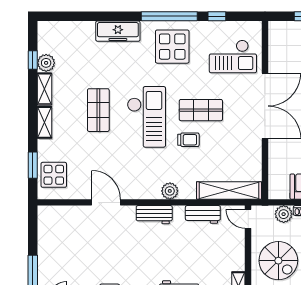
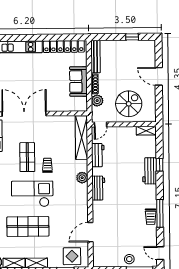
shop shelf: (98, 110) -> (28, 226), width x1.43, depth x1.36
door: (106, 202) -> (90, 232), moved
stool: (49, 260) -> (129, 259), added

